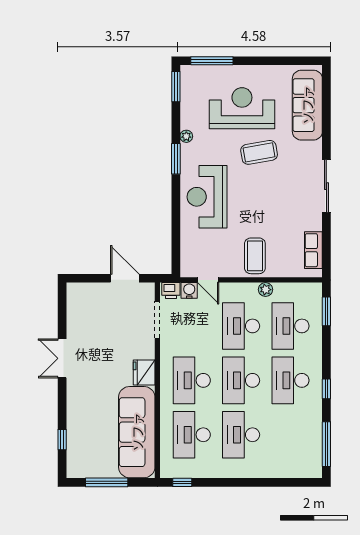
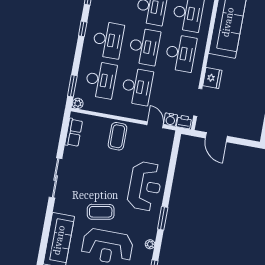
plant: (186, 136) -> (150, 244), moved
plant: (265, 290) -> (78, 103), moved
fridge: (144, 373) -> (212, 78), moved

